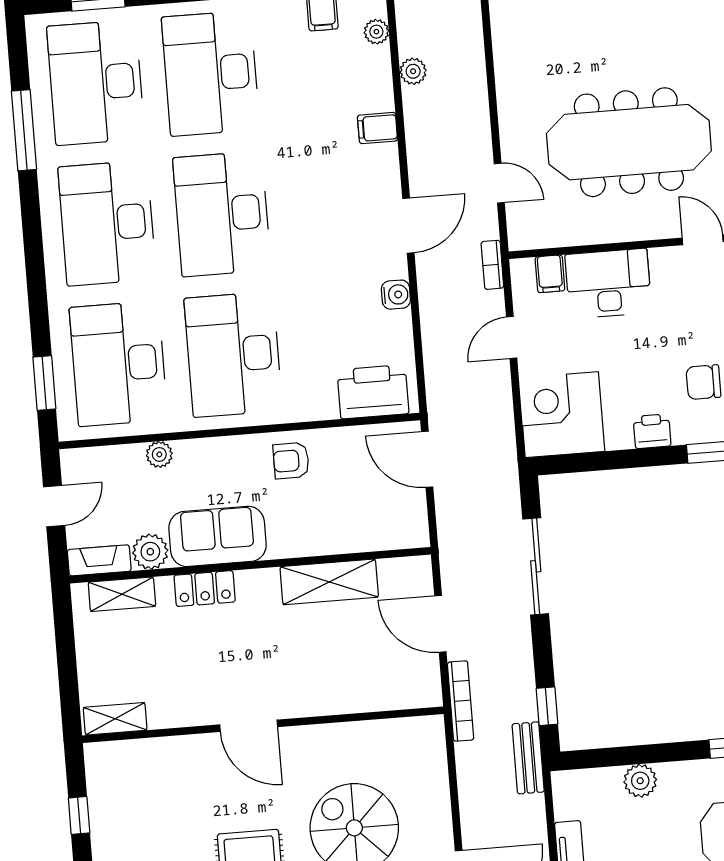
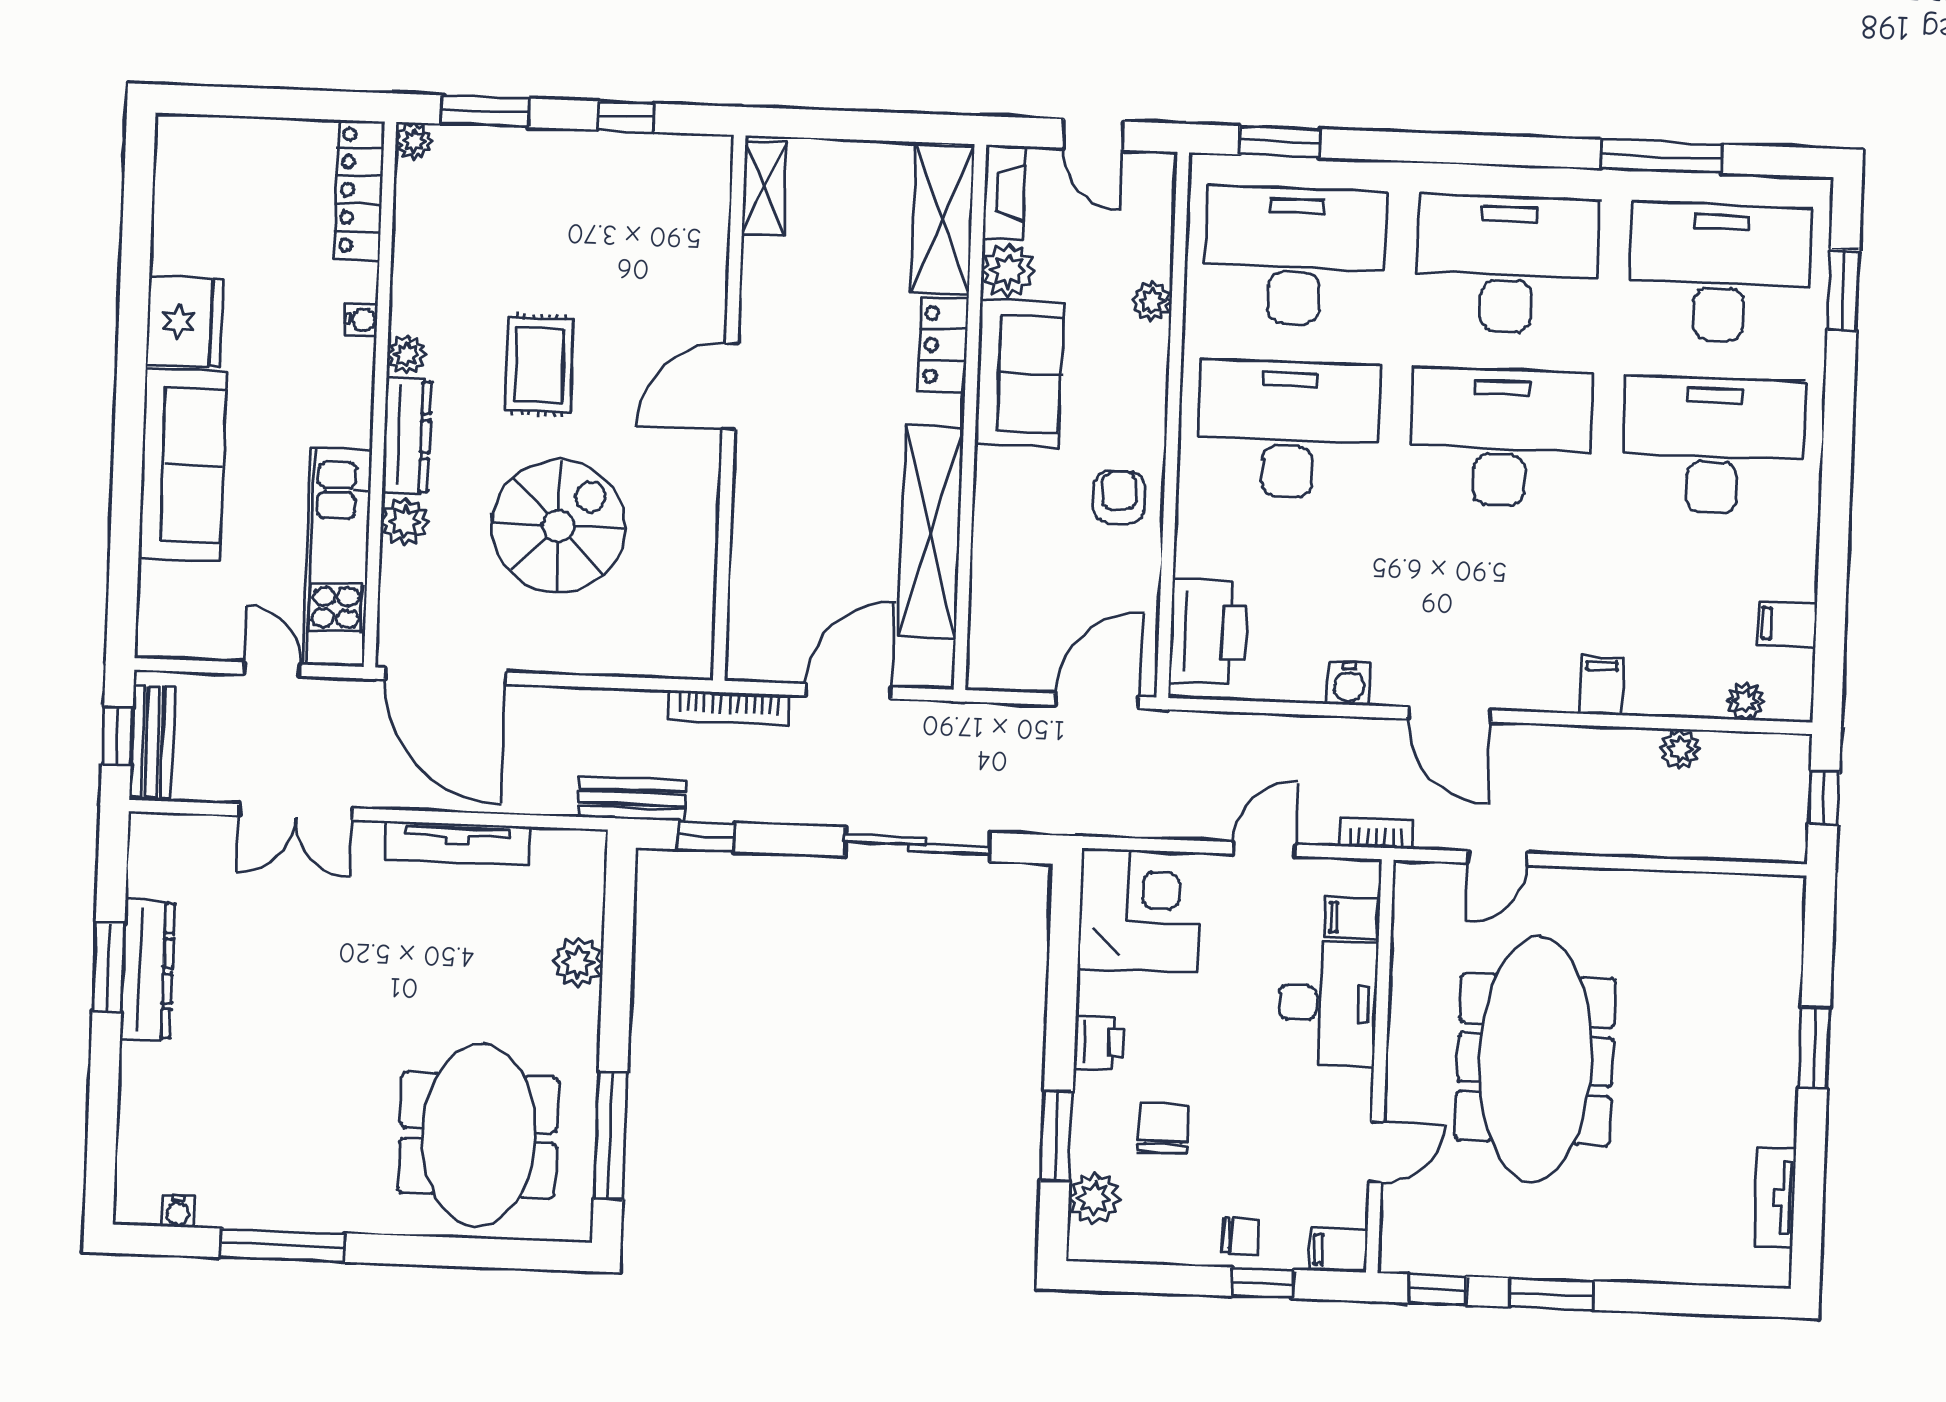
door: (512, 337) -> (1264, 849), hinge flipped
shelving: (329, 582) -> (931, 532), width x1.47
shelving: (122, 594) -> (942, 220), width x1.50, depth x1.33

